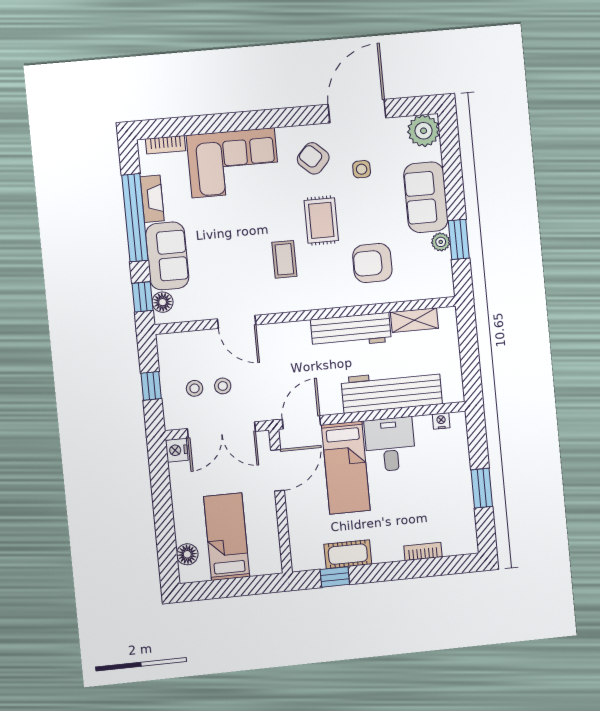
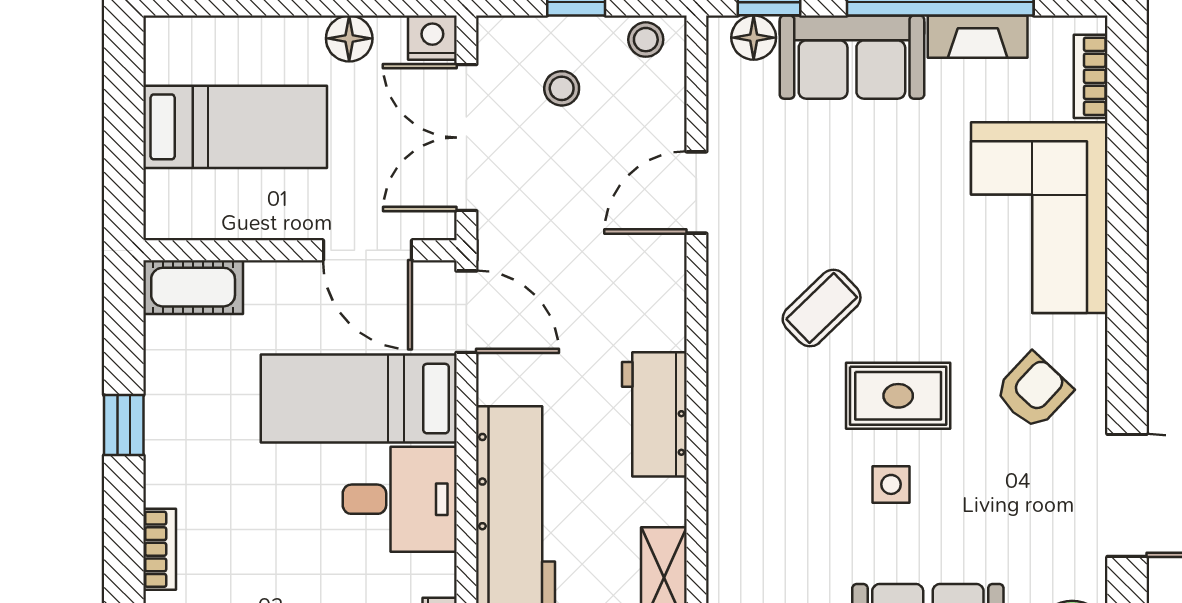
side table: (362, 169) -> (891, 484), moved
coffee table: (284, 259) -> (822, 308), turned -44
armchair: (372, 263) -> (796, 498), removed
workbench: (351, 331) -> (654, 414), width x0.73
stool: (223, 386) -> (646, 40), moved
floor lamp: (187, 554) -> (349, 38), moved
cot: (348, 554) -> (193, 287), moved, turned 90
window: (335, 577) -> (124, 425), moved

